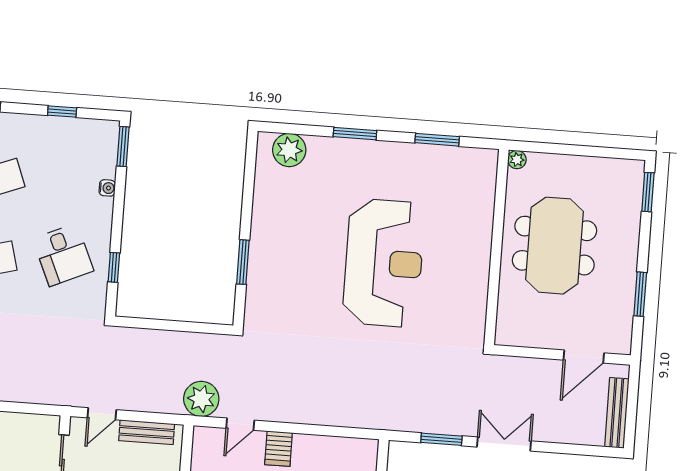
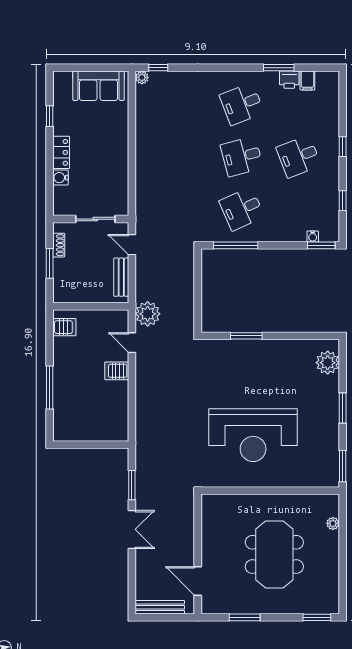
water cooler: (107, 188) -> (313, 236), moved
meeting table: (554, 246) -> (274, 554), turned 90
wall: (496, 247) -> (270, 491), moved
window: (114, 267) -> (236, 245), width x2.17

